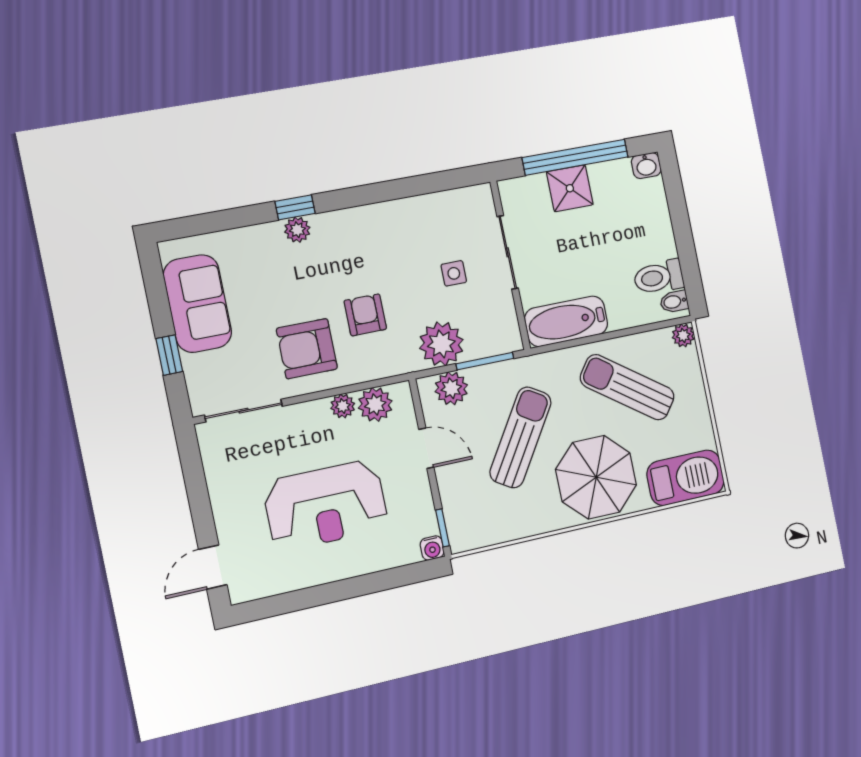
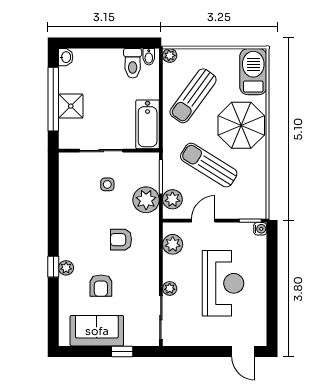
armchair: (307, 349) -> (101, 286), moved, width x0.72, depth x0.72
plant: (343, 406) -> (170, 288), moved

